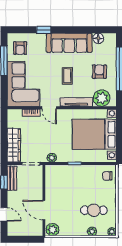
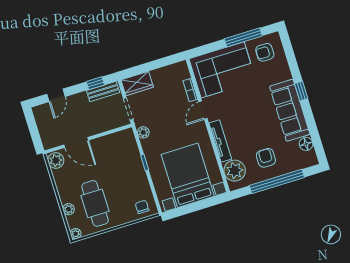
window: (44, 30) -> (301, 91), moved
armchair: (99, 72) -> (266, 158), turned -90
coffee table: (67, 76) -> (249, 120), removed
wardrobe: (14, 145) -> (137, 83), width x0.67
door: (44, 210) -> (76, 142), swing flipped
cafe table: (94, 210) -> (95, 203), width x1.37, depth x1.35

